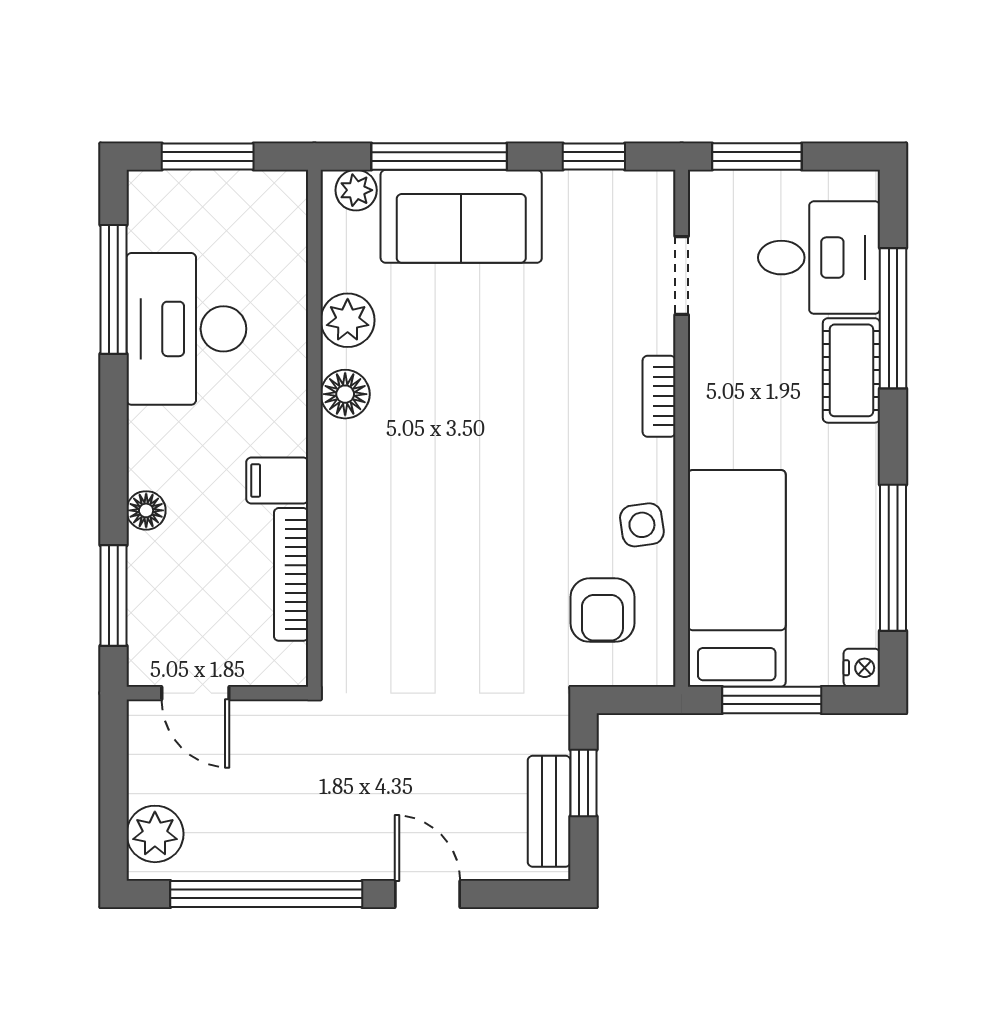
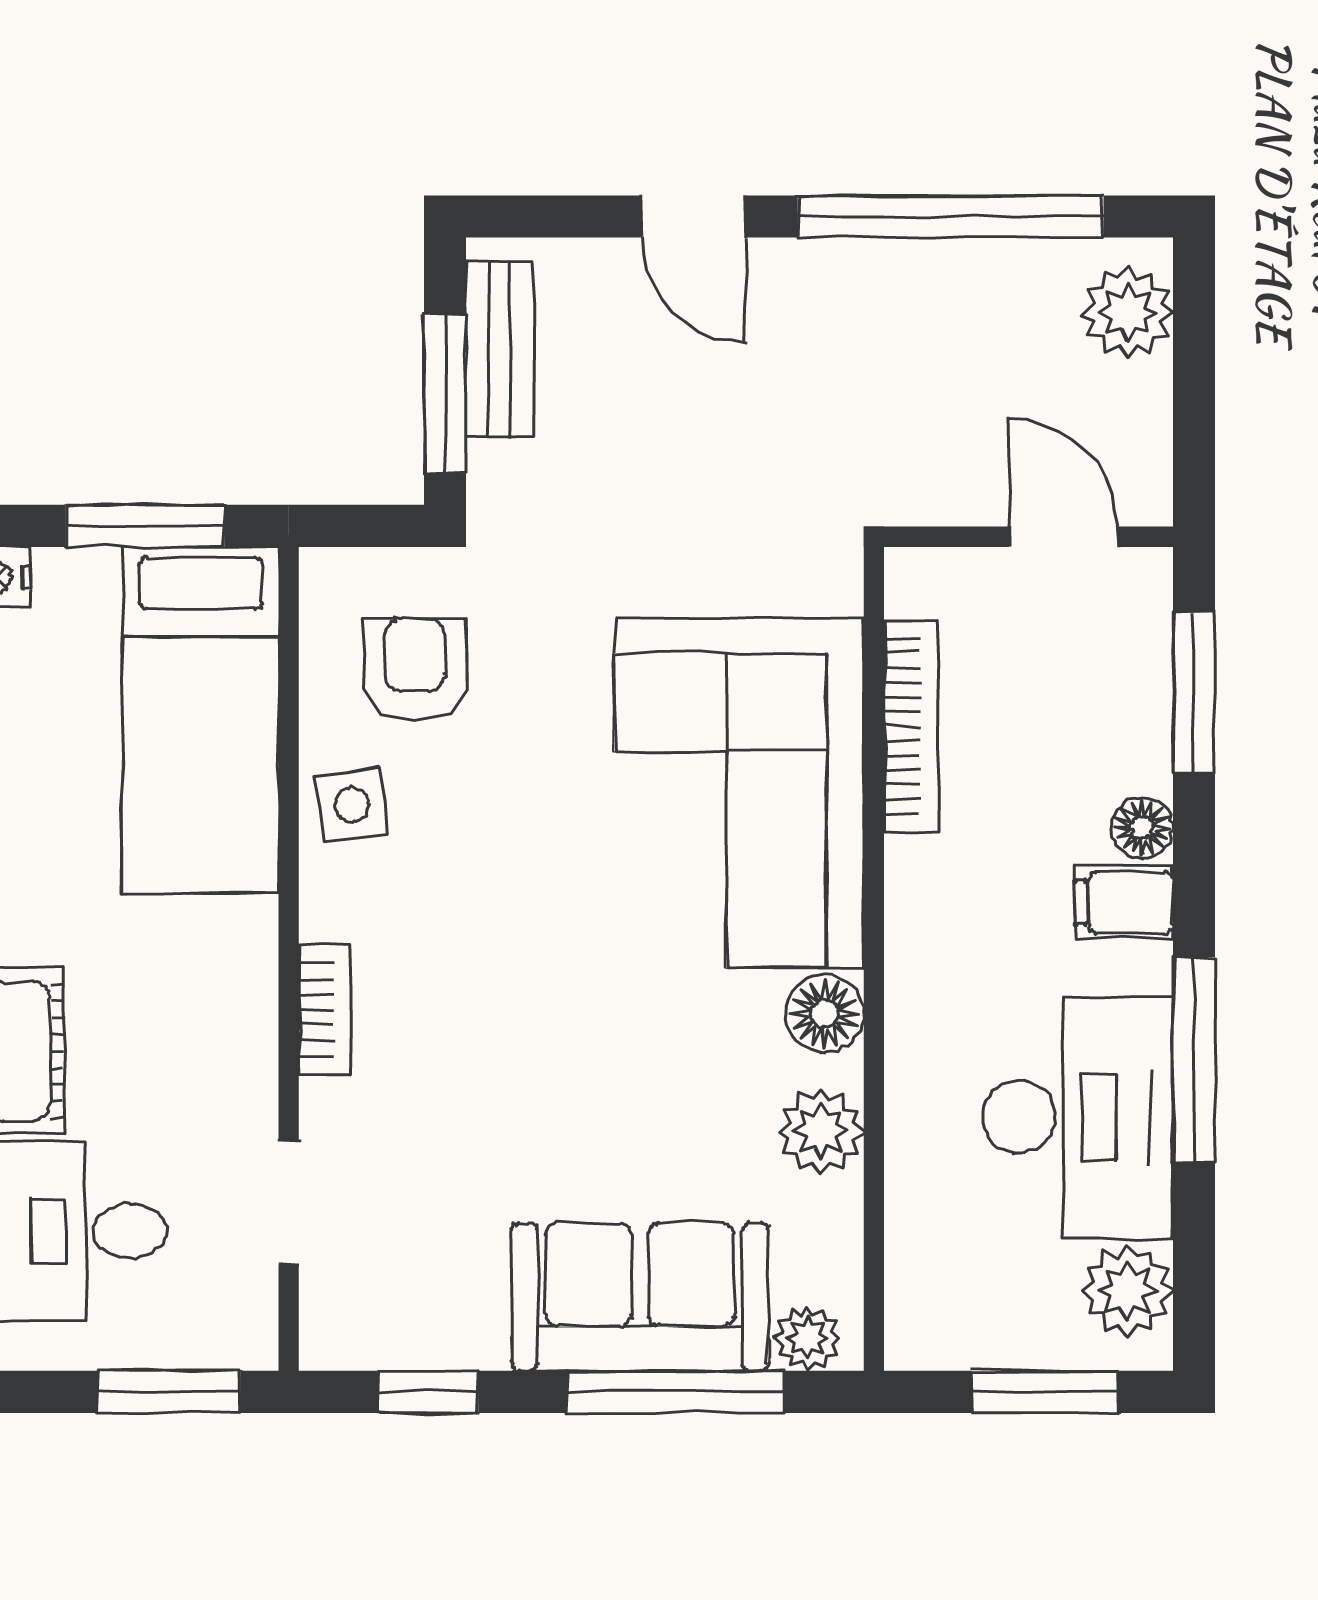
plant: (155, 220) -> (1128, 1291), added
window: (114, 289) -> (1194, 1060), moved
filing cabinet: (277, 481) -> (1124, 903), moved, turned 180
corner sofa: (399, 532) -> (739, 793), added
window: (583, 783) -> (445, 394), width x1.50

